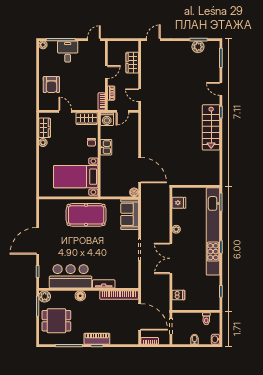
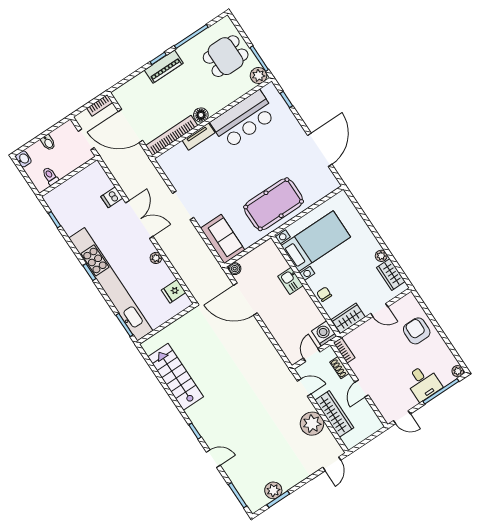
door: (94, 40) -> (402, 417), hinge flipped
wardrobe: (132, 63) -> (334, 414), width x1.50
plant: (149, 71) -> (312, 424), added
stairs: (211, 127) -> (176, 377), moved
kitchen sink: (106, 147) -> (291, 281), moved
door: (38, 241) -> (320, 150), moved
dishwasher: (178, 295) -> (112, 197), moved
floor lamp: (80, 296) -> (201, 115), moved

